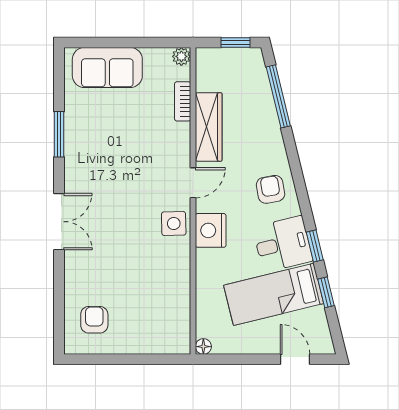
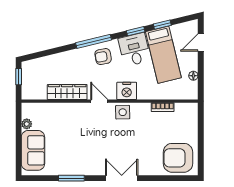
plant: (181, 56) -> (27, 124), moved
window: (278, 96) -> (94, 41), moved
bookcase: (183, 101) -> (163, 107), moved
armchair: (94, 320) -> (178, 158), width x1.88, depth x1.88
floor lamp: (203, 347) -> (193, 76), moved

